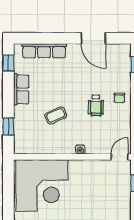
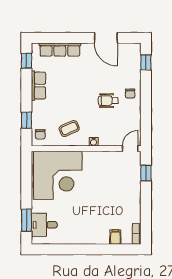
wheelchair: (96, 106) -> (108, 101), turned 90
coffee table: (56, 116) -> (69, 129), moved
chair: (23, 142) -> (40, 134), added

